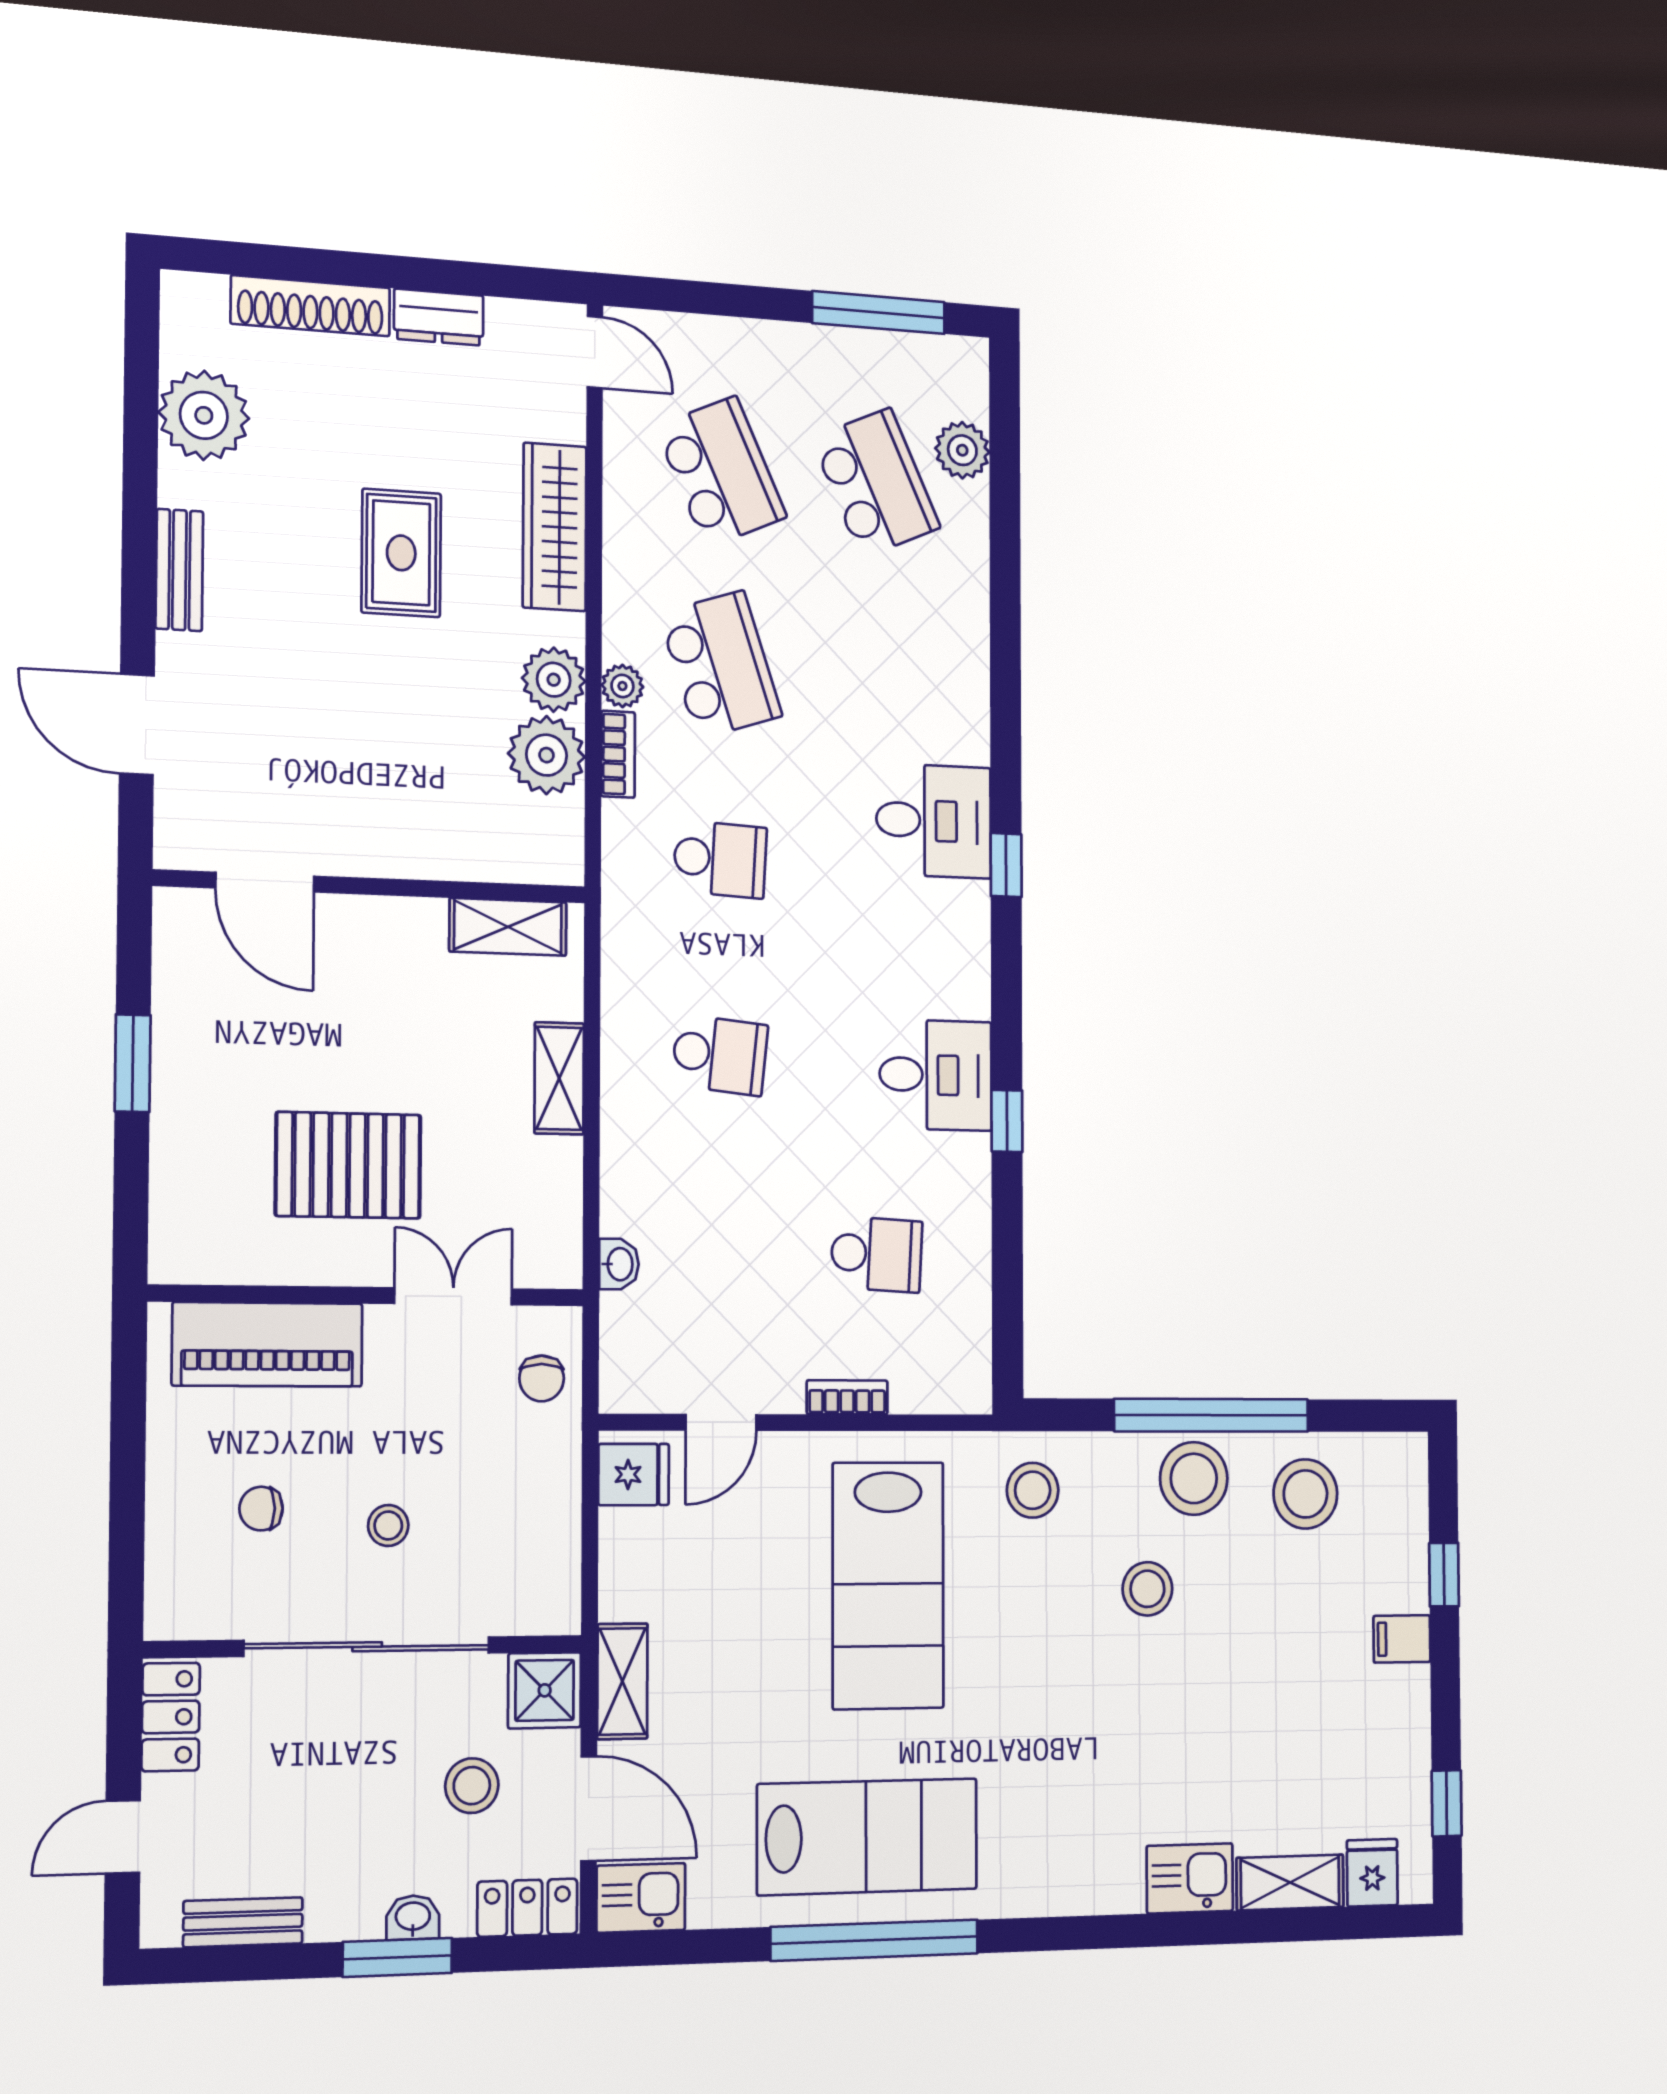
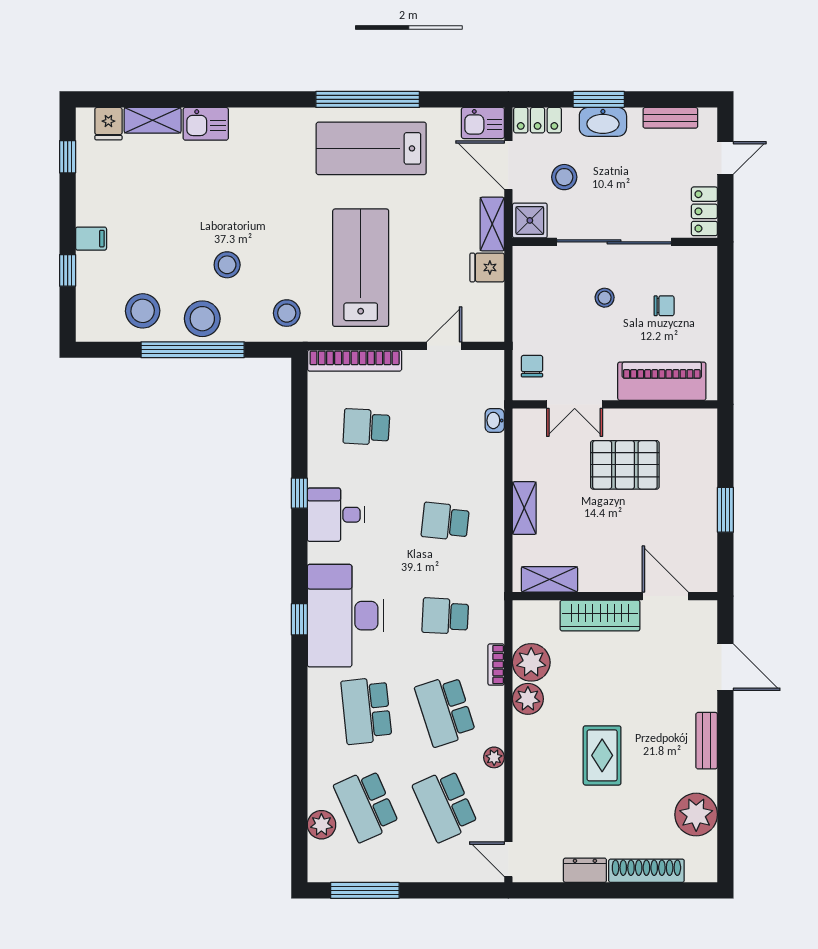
wardrobe: (555, 527) -> (600, 616), moved, turned 90
school desk: (876, 674) -> (366, 711), added
plant: (622, 686) -> (494, 757), moved
desk: (934, 821) -> (346, 616), width x1.87, depth x1.30
bookcase: (847, 1397) -> (355, 360), width x2.31, depth x1.31
fridge: (634, 1474) -> (487, 267), moved
washbasin: (413, 1917) -> (603, 122), width x1.91, depth x1.45

